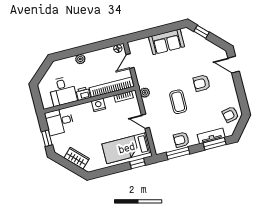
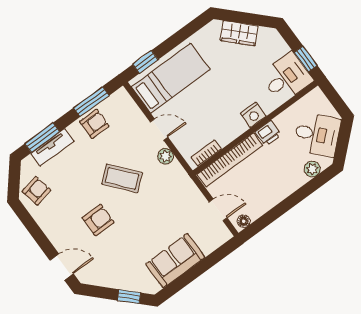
plant: (80, 59) -> (312, 169), moved
door: (130, 61) -> (218, 210), hinge flipped
desk: (63, 91) -> (317, 135), moved, turned 138
plant: (145, 93) -> (166, 156), moved
coffee table: (178, 102) -> (122, 178), turned -40
nightstand: (98, 105) -> (253, 115), moved
window: (47, 138) -> (306, 59), moved

